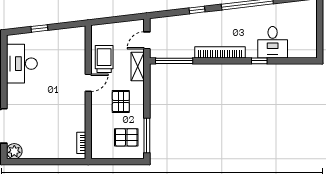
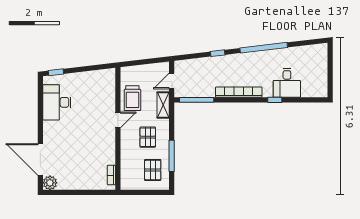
window: (39, 28) -> (56, 72), moved
trolley: (104, 59) -> (132, 98), turned 180
window: (147, 135) -> (172, 156), moved
pallet: (126, 137) -> (153, 170), turned 90

